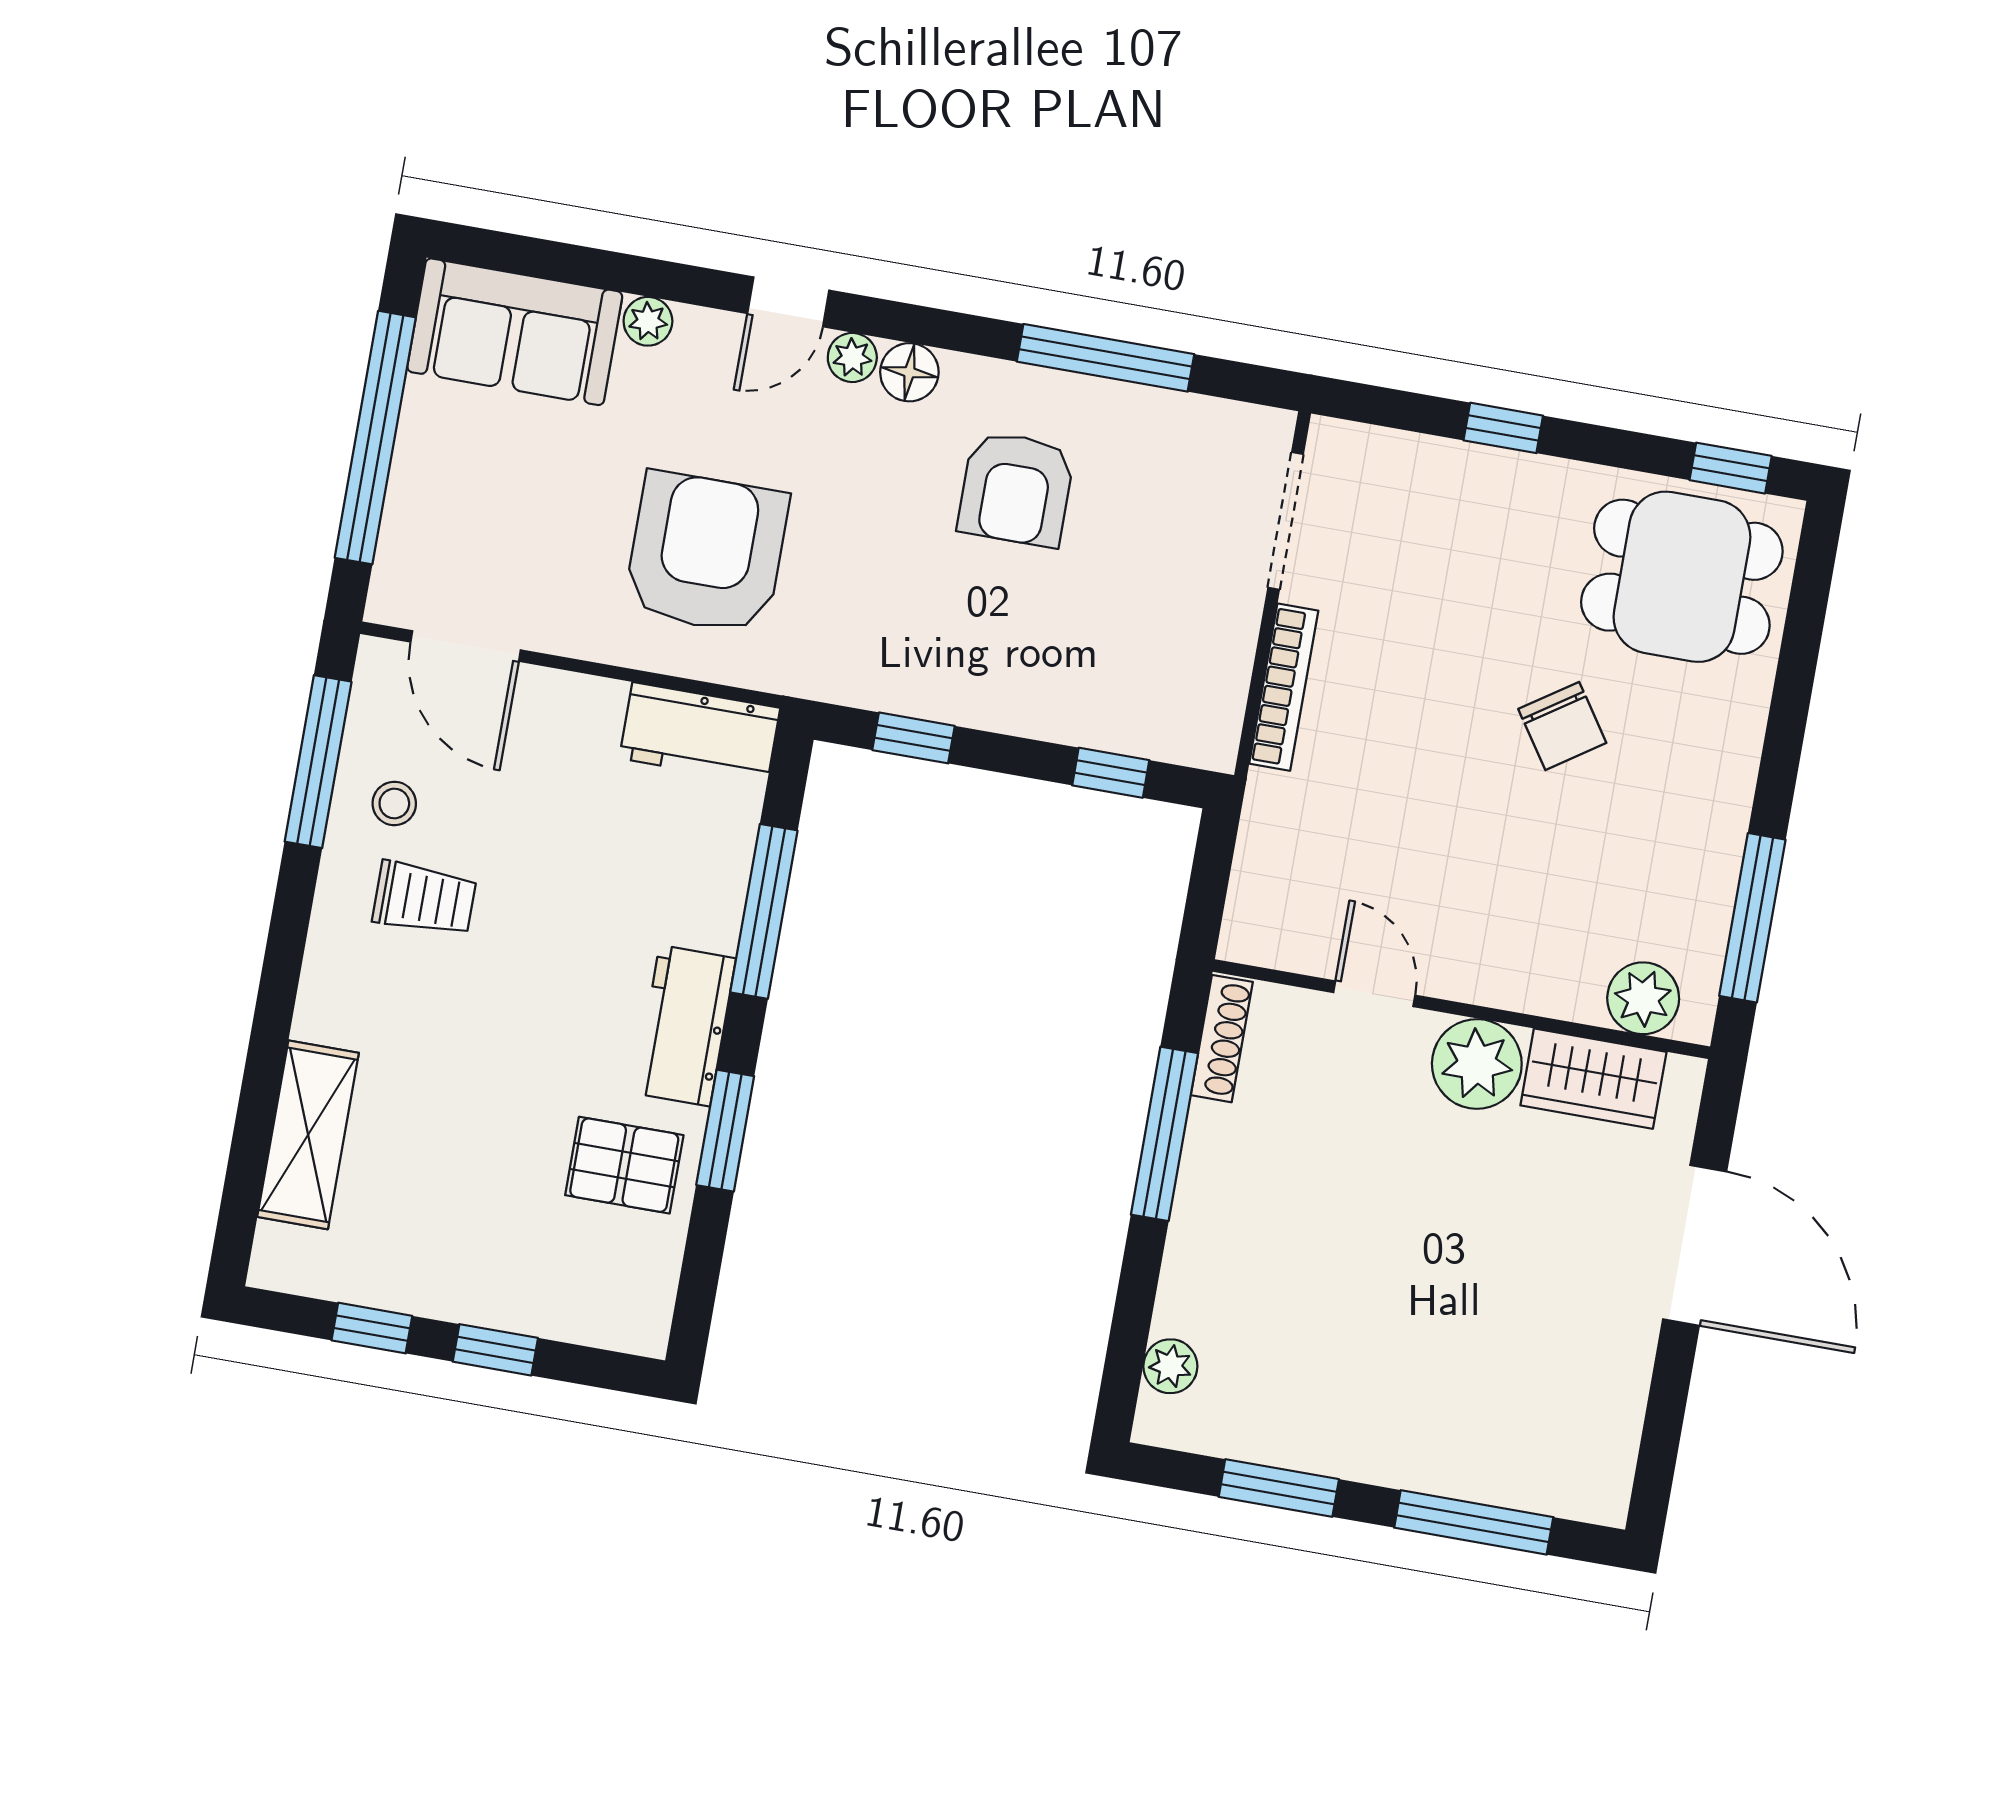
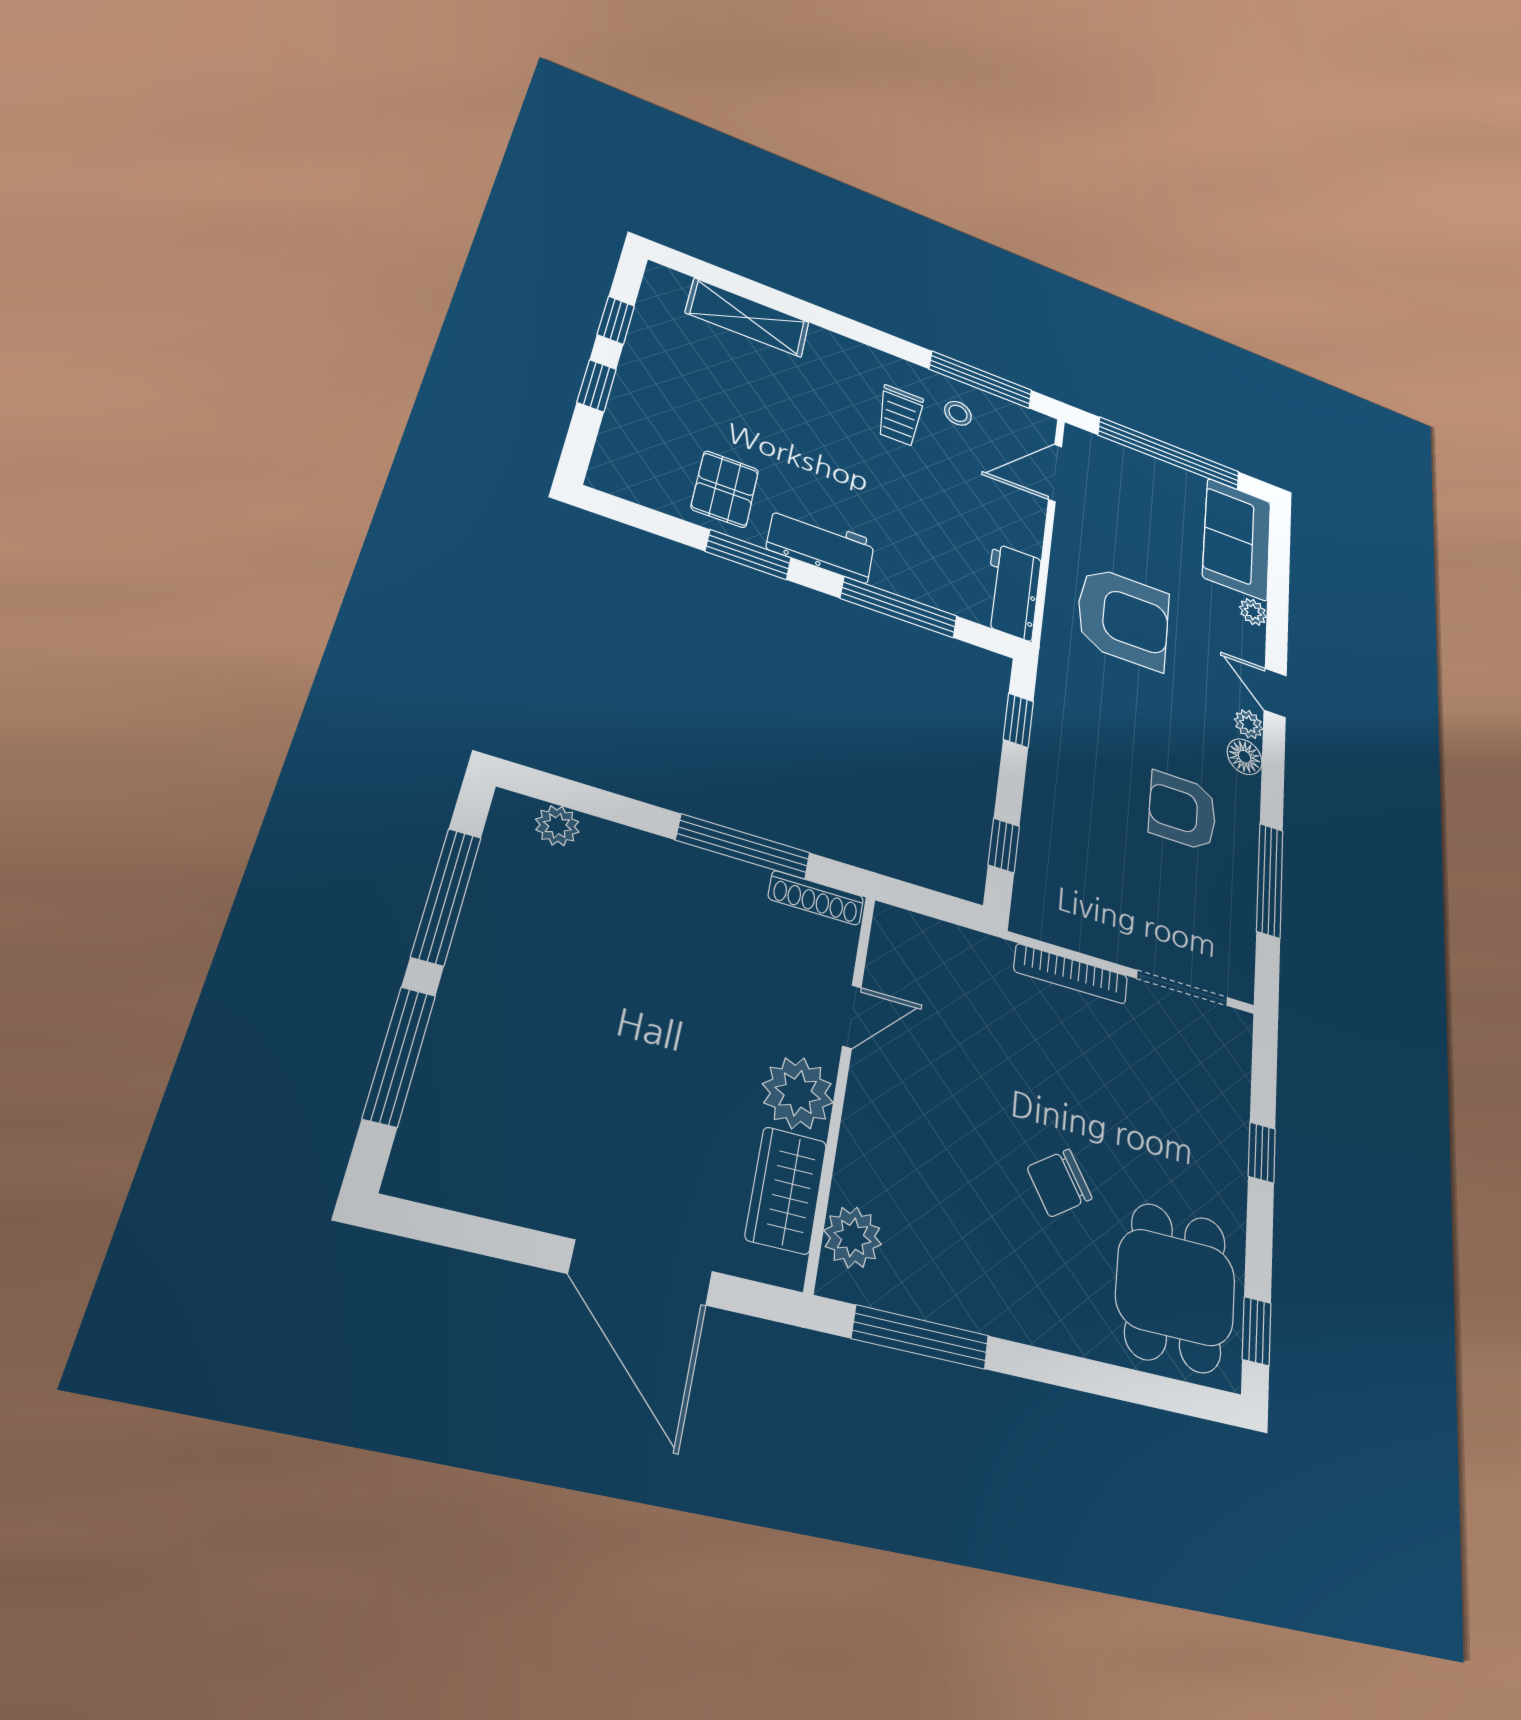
door: (1695, 1245) -> (641, 1273), hinge flipped
window: (1279, 1488) -> (446, 896), width x1.44

